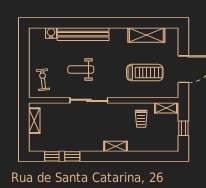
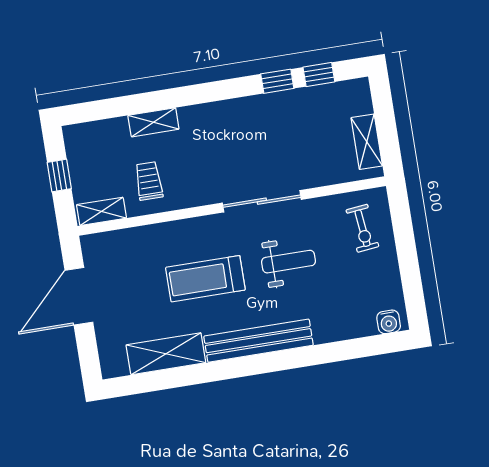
water cooler: (51, 33) -> (389, 322), moved
bench: (83, 34) -> (259, 341), moved
treadmill: (145, 73) -> (205, 279), moved
shelving: (116, 146) -> (153, 122), moved

